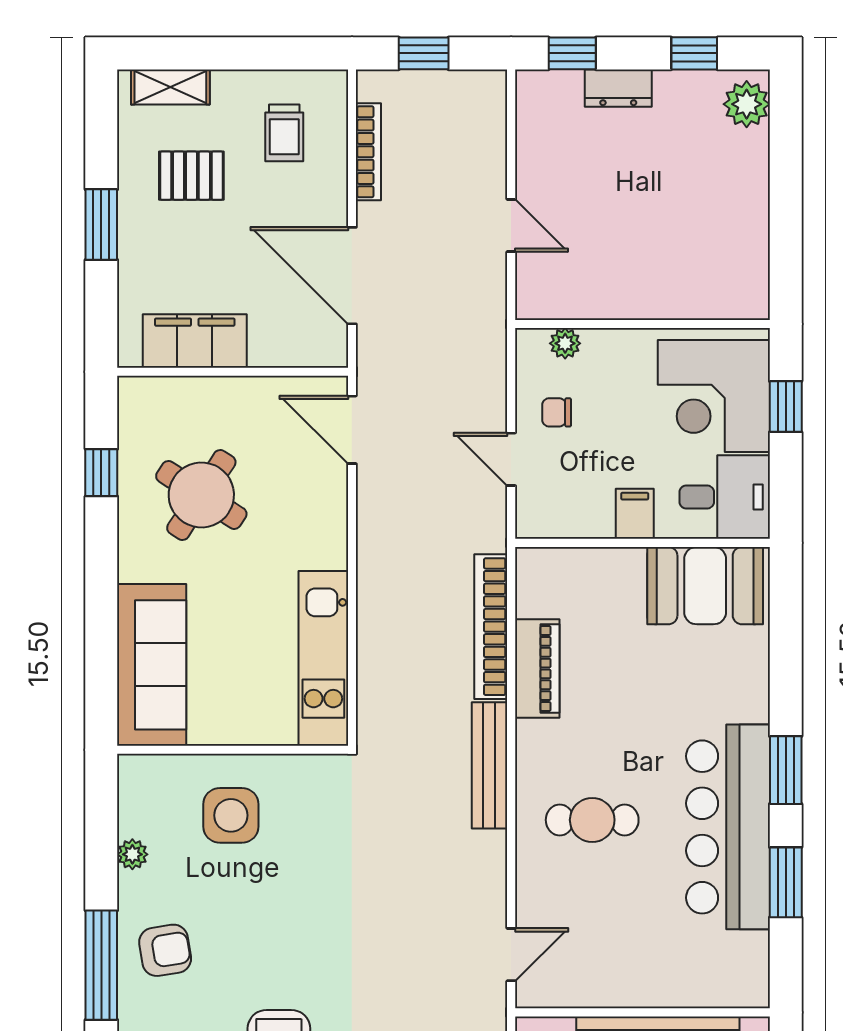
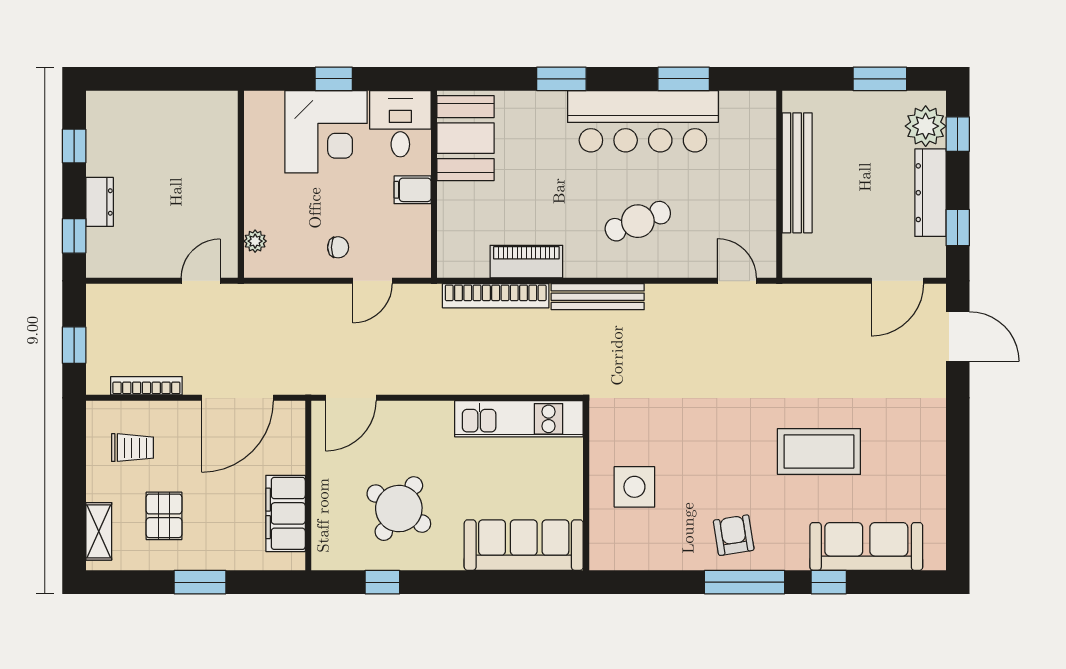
plant: (747, 104) -> (111, 108), removed
wall: (642, 324) -> (241, 184), moved
plant: (565, 343) -> (255, 241), moved
chair: (557, 412) -> (338, 247), turned -90
window: (786, 770) -> (561, 79), moved
cafe table: (592, 820) -> (638, 221), turned 69
plant: (132, 854) -> (663, 559), removed

